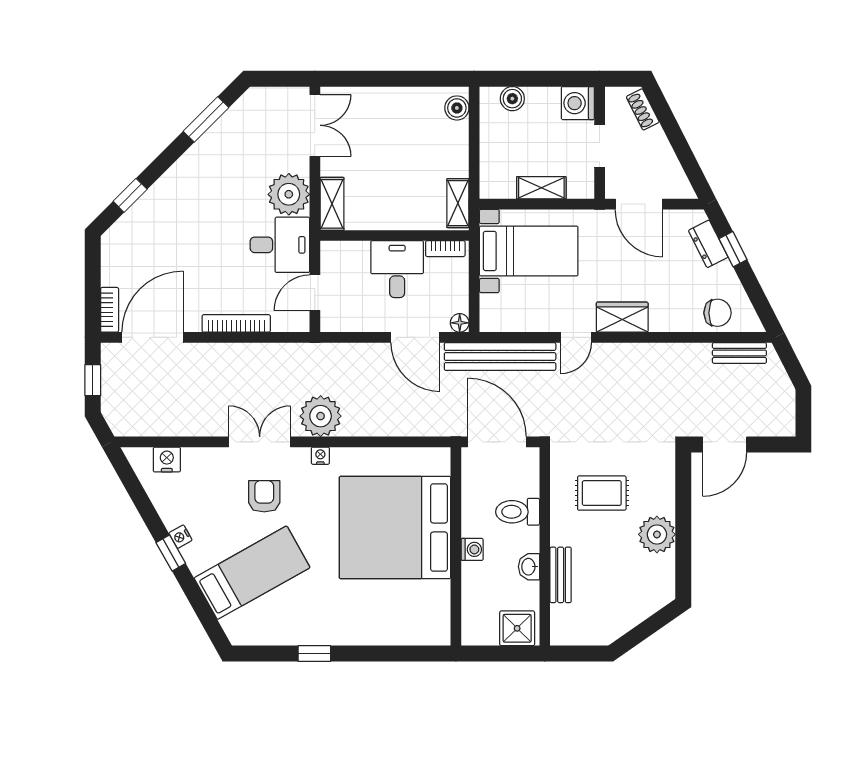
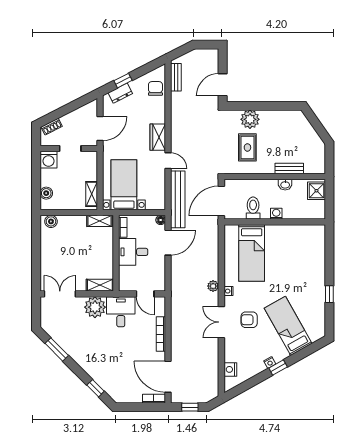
shelving: (541, 188) -> (92, 194), moved
plant: (321, 416) -> (213, 286), width x0.53, depth x0.53
door: (725, 445) -> (223, 85), swing flipped
toilet: (518, 512) -> (253, 208), moved, turned 180
bed: (395, 527) -> (252, 253), width x0.49
plant: (657, 534) -> (250, 119), moved

